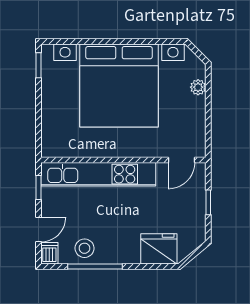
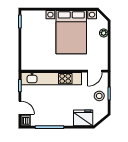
bed with nightstands: (119, 85) -> (71, 32), width x0.73
door: (39, 230) -> (20, 108), hinge flipped
stool: (85, 248) -> (99, 96), moved

